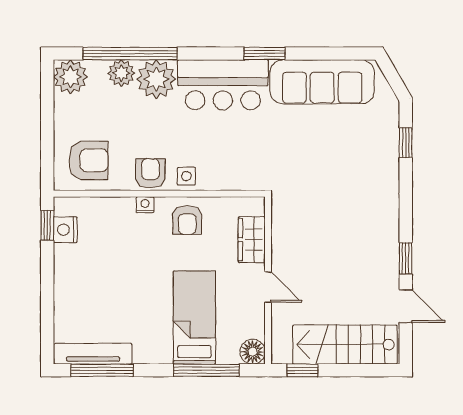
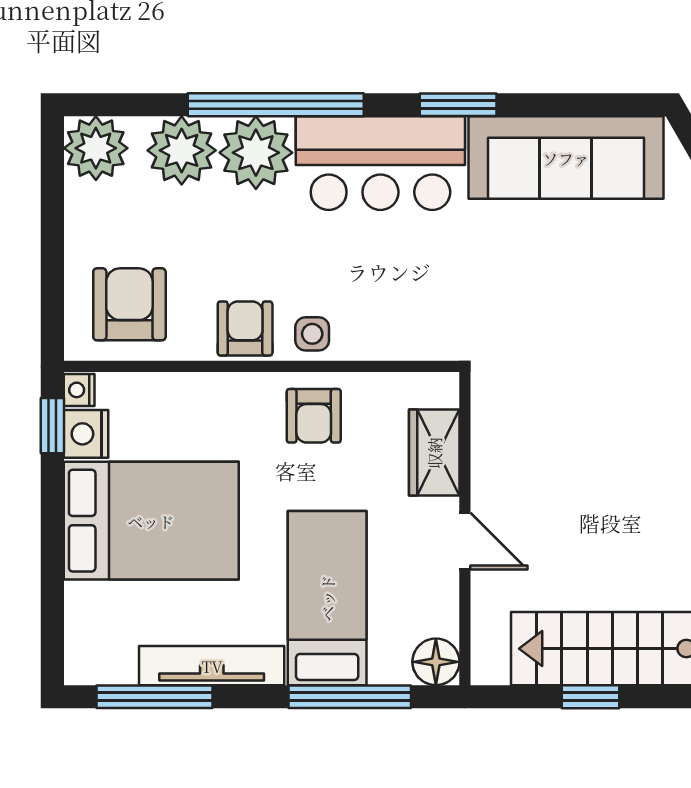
window: (130, 54) -> (276, 105), moved
plant: (121, 73) -> (182, 150), width x1.36, depth x1.36
armchair: (89, 160) -> (129, 304), turned -90
nightstand: (145, 205) -> (79, 390), moved, turned -90
bed: (100, 276) -> (151, 521), added
tv unit: (93, 354) -> (212, 666), moved
window: (302, 370) -> (590, 697), moved

